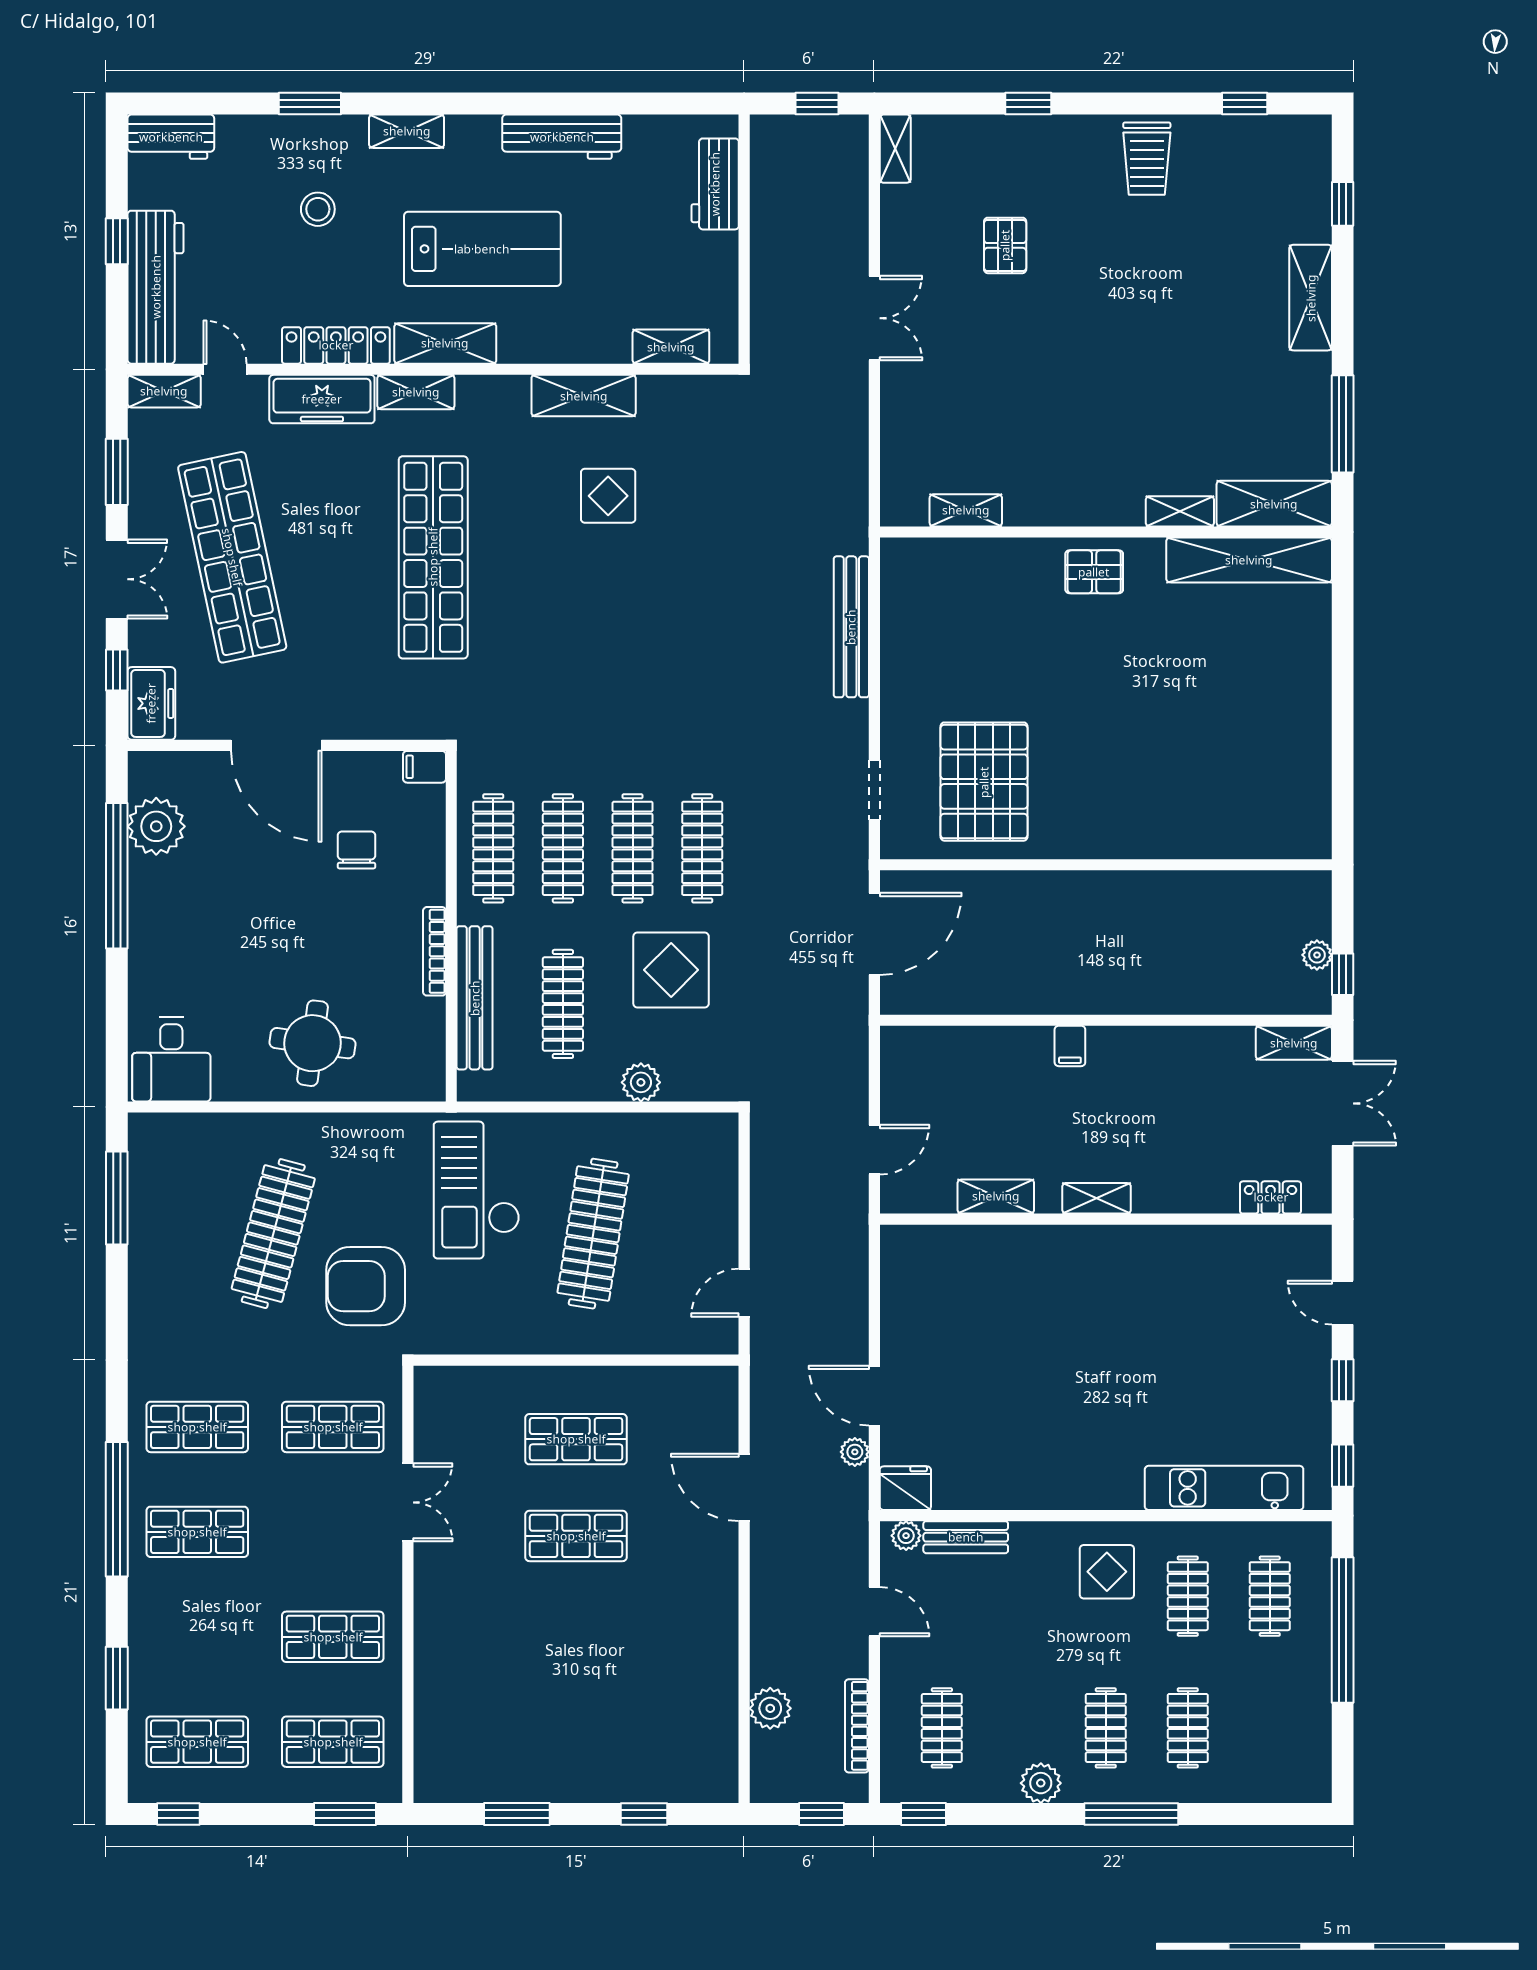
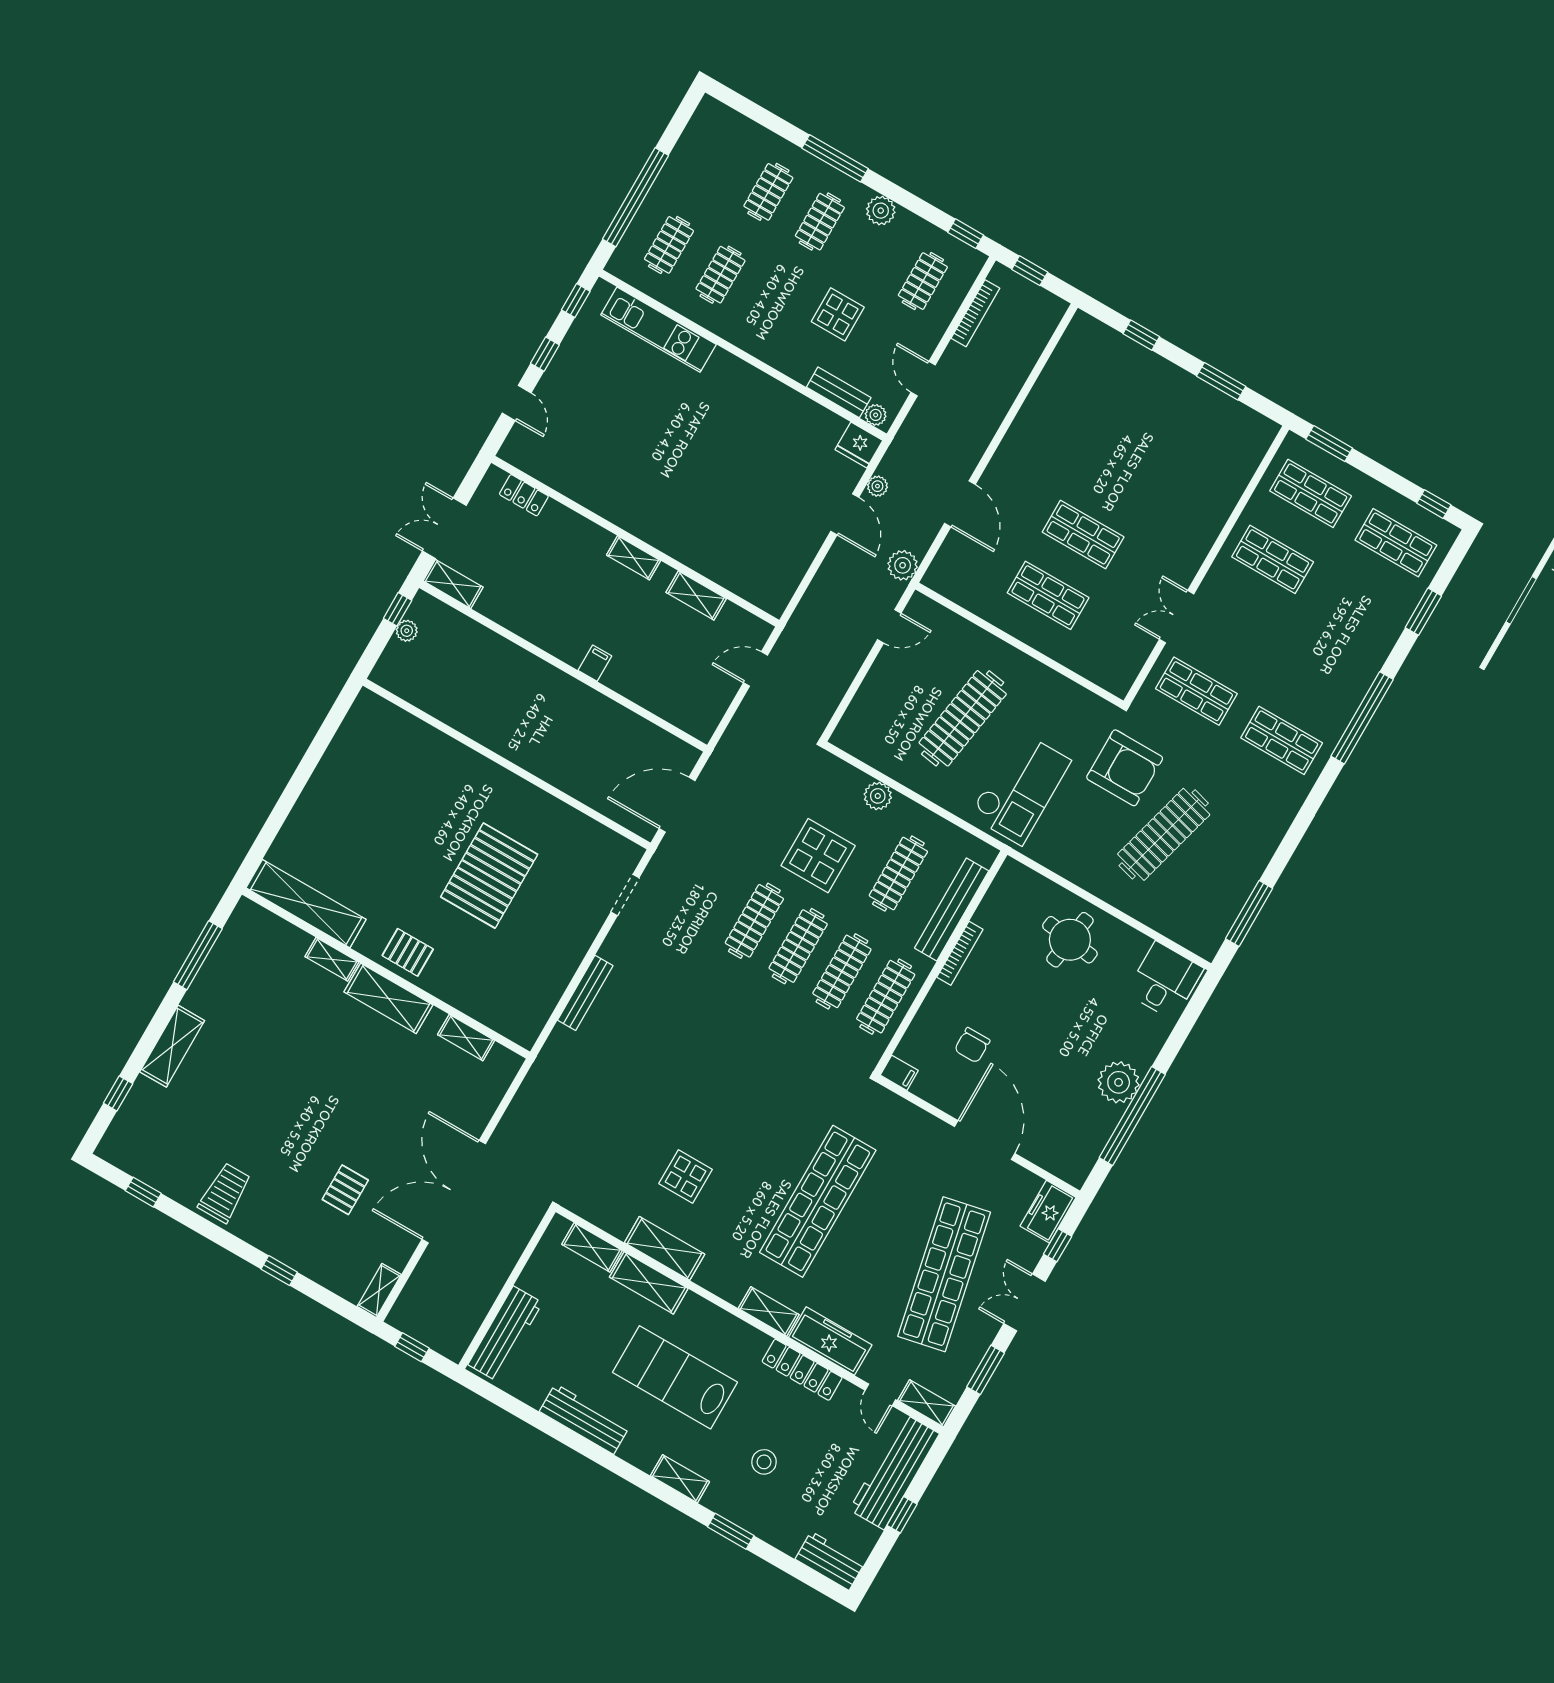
workbench: (715, 184) -> (505, 1334), width x1.38
double door: (874, 318) -> (454, 1192), width x1.87
shelving: (445, 343) -> (649, 1283), moved
shelving: (1274, 504) -> (388, 998), moved
bench: (851, 627) -> (585, 993), width x0.73, depth x0.82
pallet: (984, 782) -> (489, 876), moved
plant: (156, 826) -> (1119, 1082), moved
shop shelf: (197, 1532) -> (1320, 674), removed
display table: (1107, 1572) -> (838, 314), moved
plant: (770, 1708) -> (903, 565), moved

